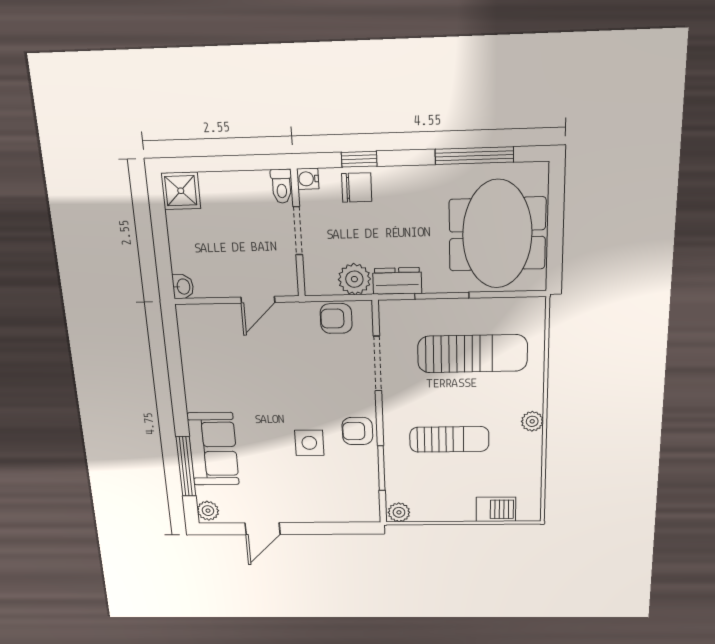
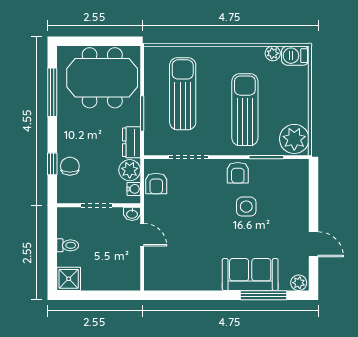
water cooler: (308, 179) -> (134, 189), moved, turned -90
toilet: (282, 186) -> (68, 245), moved
washbasin: (183, 287) -> (132, 214), moved, turned 180
plant: (532, 421) -> (273, 53), moved
sun lounger: (449, 439) -> (245, 110), width x1.36, depth x1.34
barbecue: (496, 509) -> (295, 56), moved, turned -90
plant: (399, 512) -> (294, 139), width x1.87, depth x1.87

